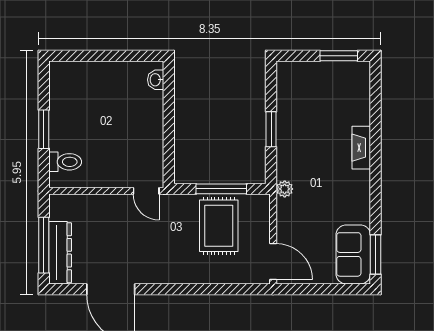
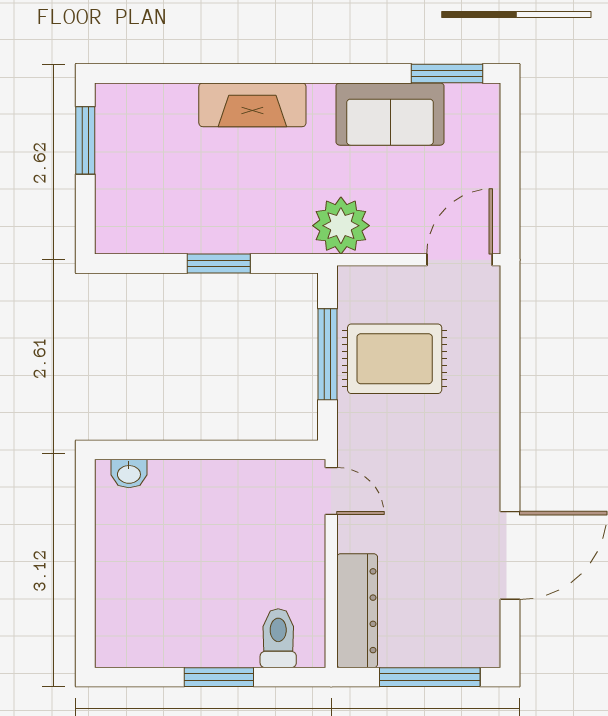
fireplace: (361, 148) -> (252, 105), width x1.37, depth x1.32
plant: (285, 189) -> (341, 226), width x1.88, depth x1.88
door: (146, 191) -> (331, 491), hinge flipped
dresser: (60, 253) -> (357, 611), moved, turned 90
sofa: (353, 254) -> (390, 114), moved

